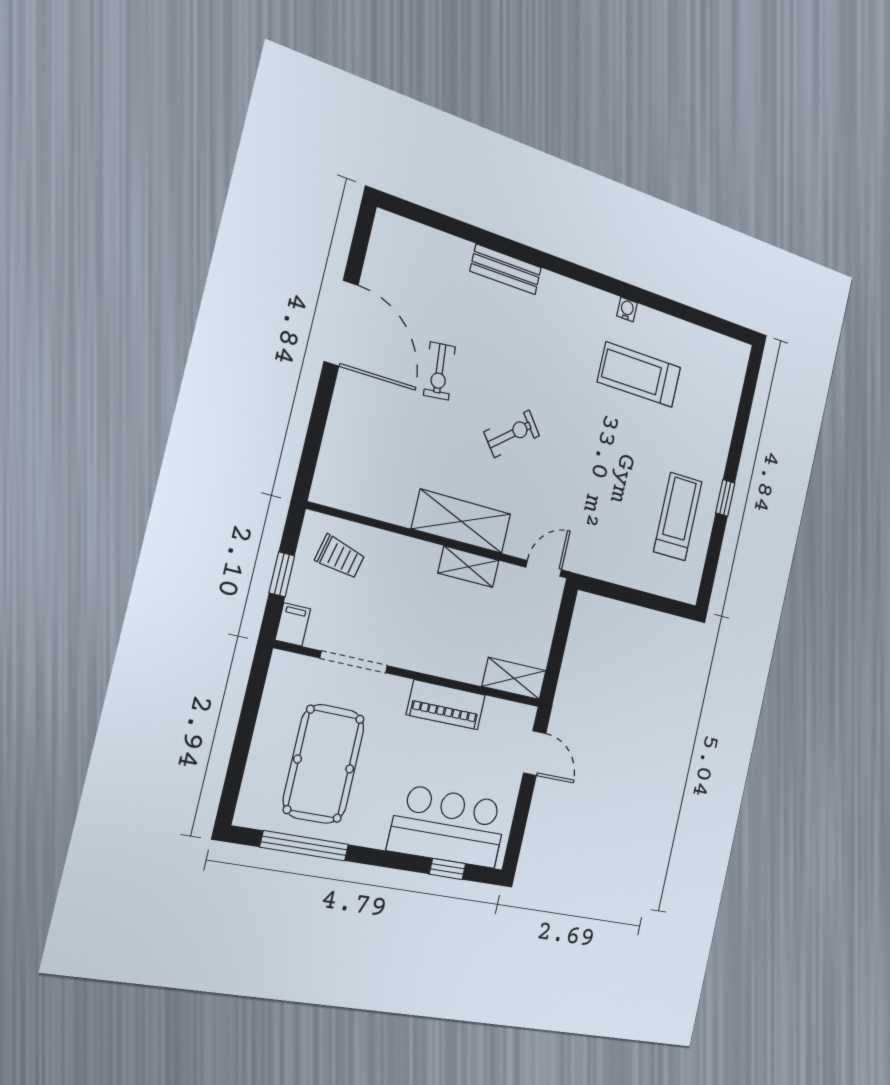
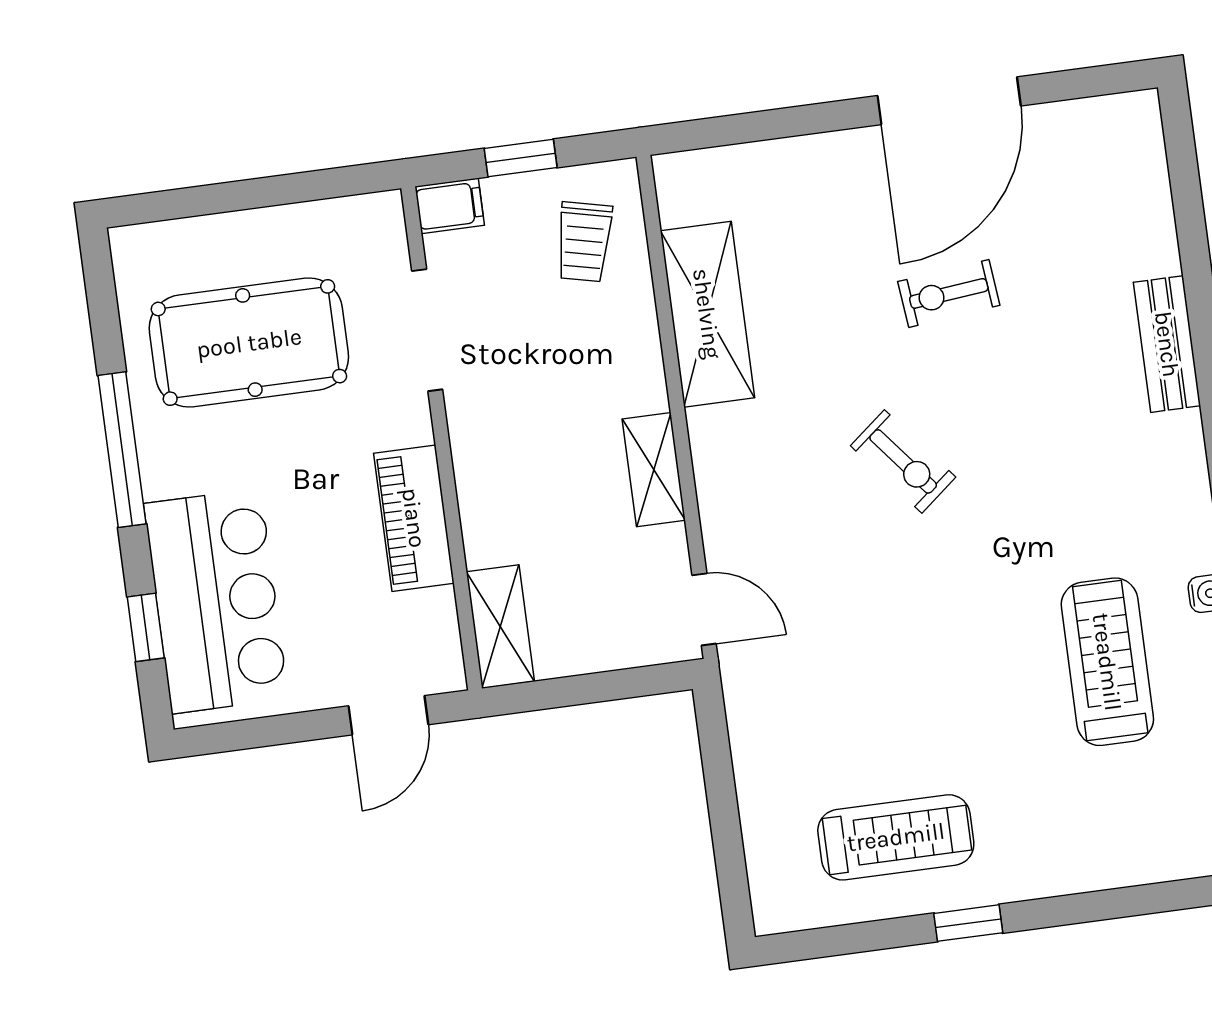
shelving: (461, 521) -> (707, 314), moved
window: (304, 846) -> (122, 450), moved

